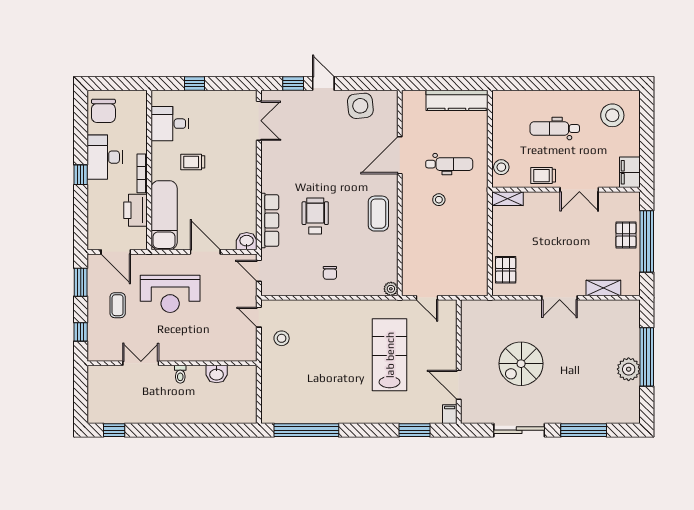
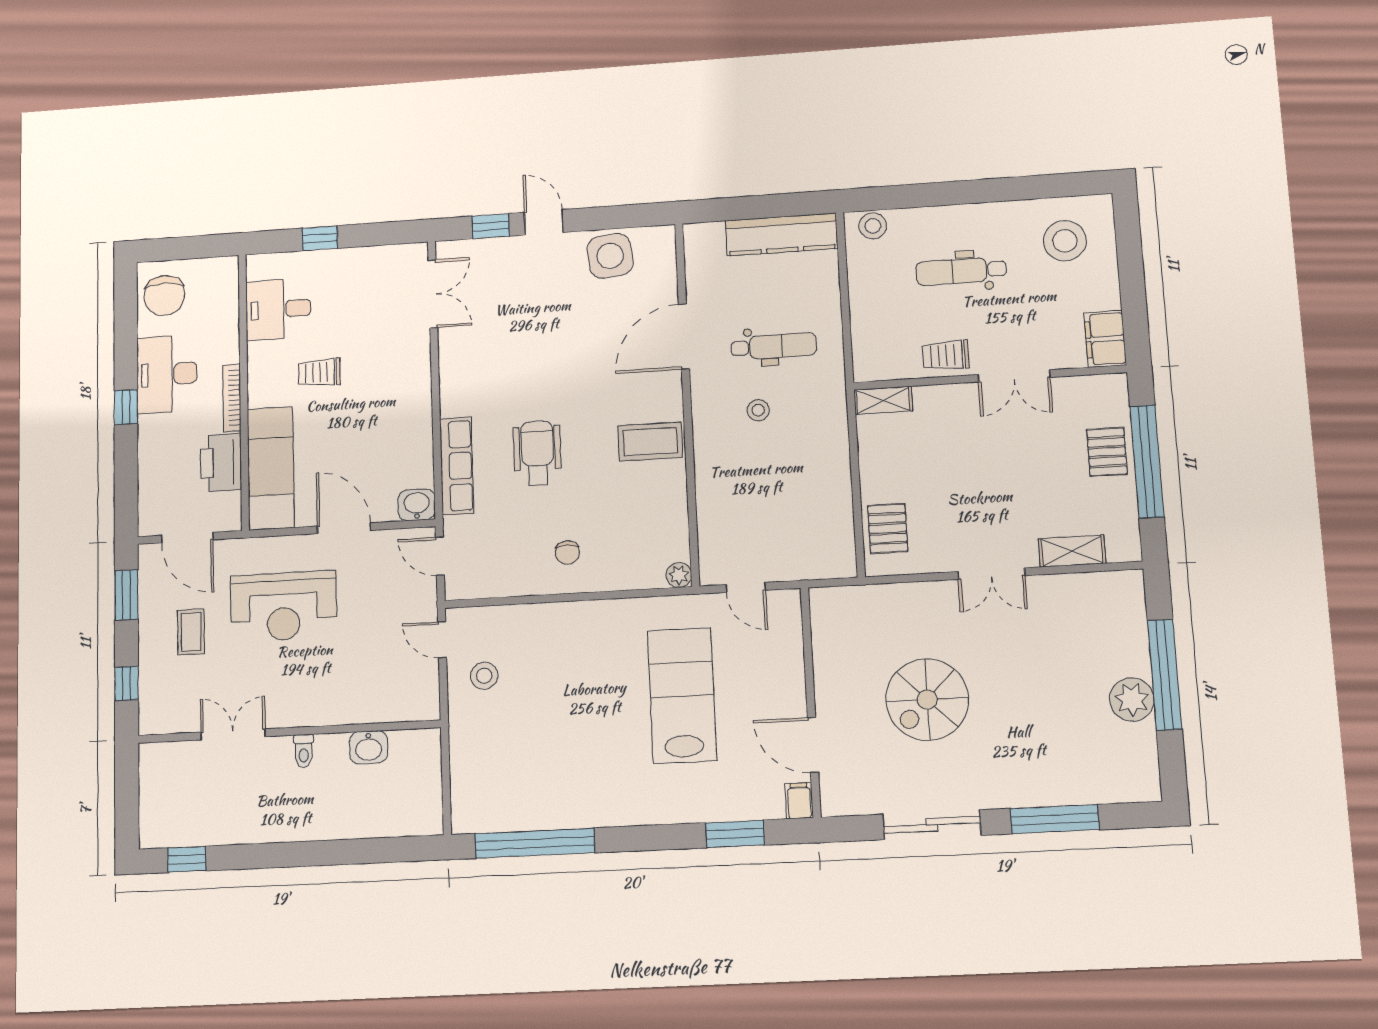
stool: (501, 167) -> (873, 226), moved
coffee table: (378, 214) -> (650, 442), turned 90

